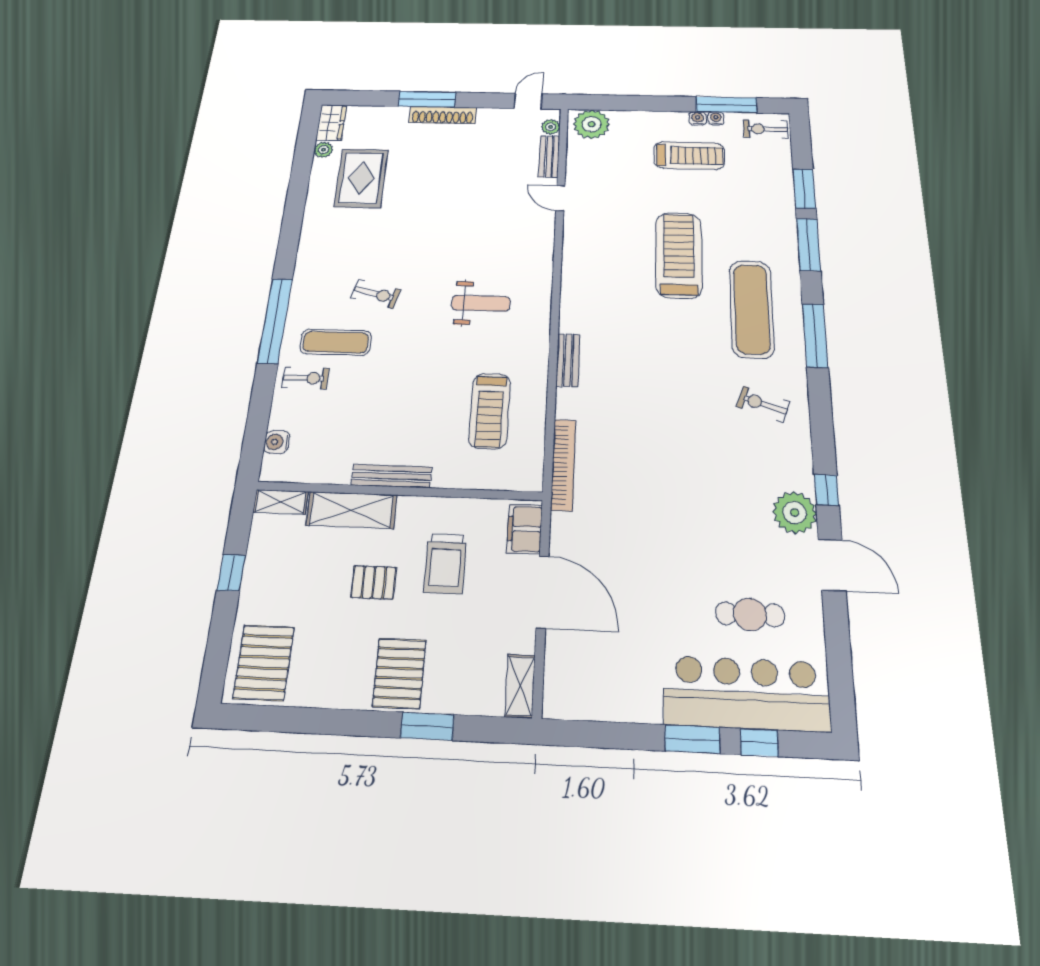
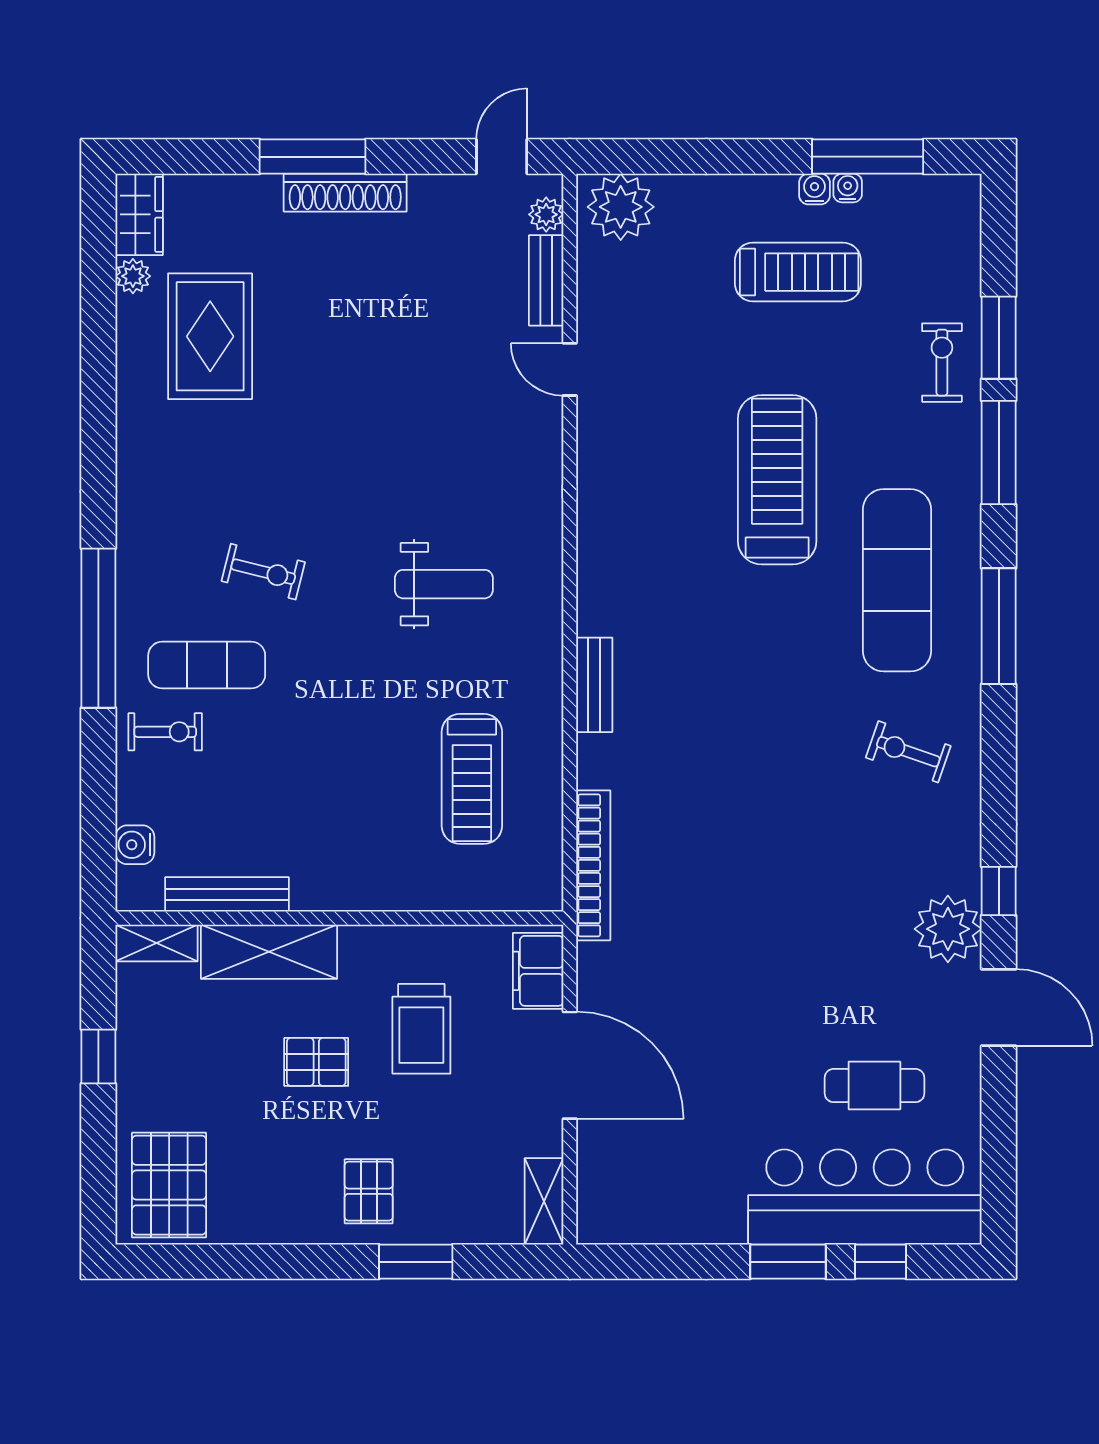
exercise bike: (766, 129) -> (942, 363), moved, turned 90
bench: (392, 476) -> (227, 894), moved
pallet: (399, 673) -> (369, 1191), width x0.67, depth x0.71

